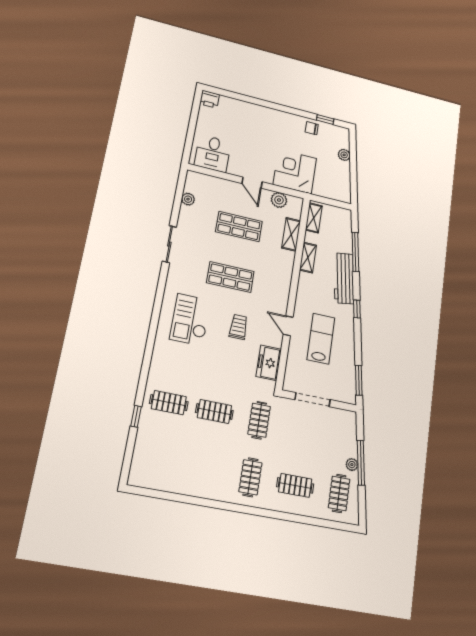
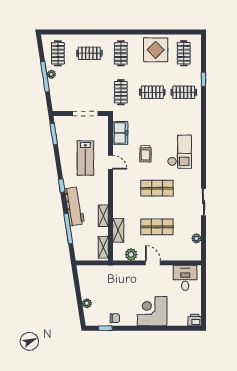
corner desk: (295, 172) -> (152, 311), moved, turned 180
clothes rail: (158, 460) -> (184, 53), added
display table: (199, 473) -> (156, 50), added

